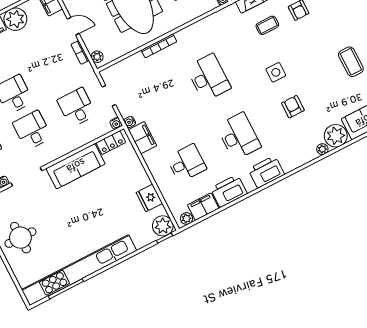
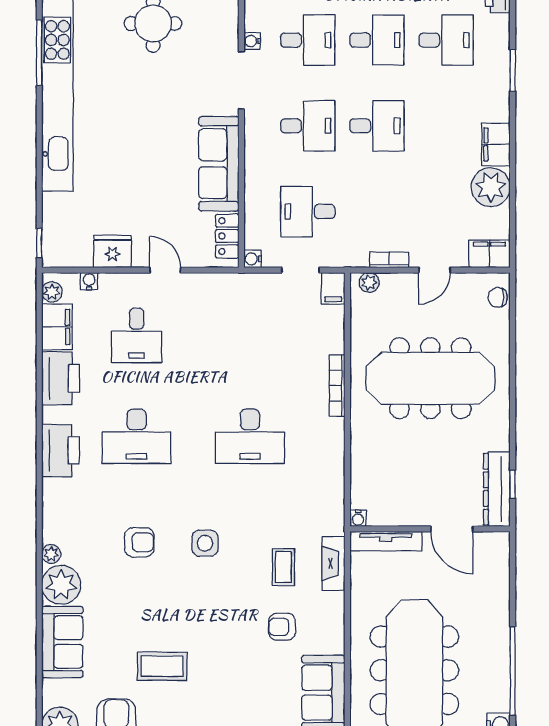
desk: (77, 107) -> (308, 212), turned 180
water cooler: (130, 122) -> (89, 281), moved
filing cabinet: (142, 138) -> (333, 288), moved, width x0.50
door: (145, 166) -> (165, 270), added
plant: (163, 226) -> (59, 250), removed

